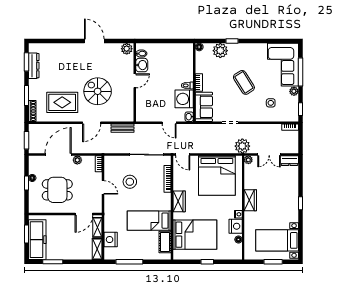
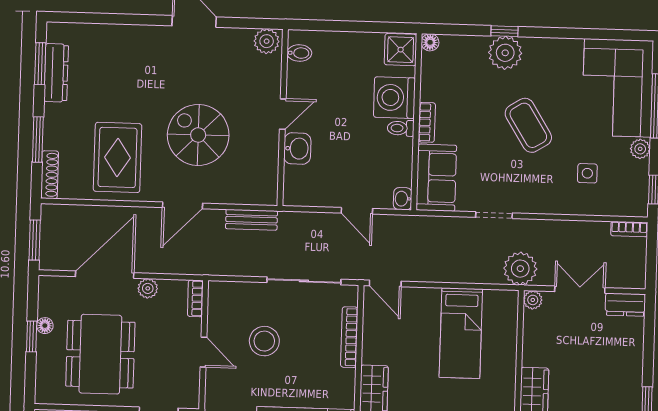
shower: (186, 51) -> (401, 50), added
plant: (220, 51) -> (505, 53), moved
washbasin: (142, 65) -> (297, 149), moved
washing machine: (184, 99) -> (394, 98), moved
rug: (62, 102) -> (118, 157), turned 90
double door: (269, 155) -> (580, 290), swing flipped
bed: (217, 176) -> (461, 333), width x0.49
dining table: (57, 190) -> (100, 354), width x1.38

